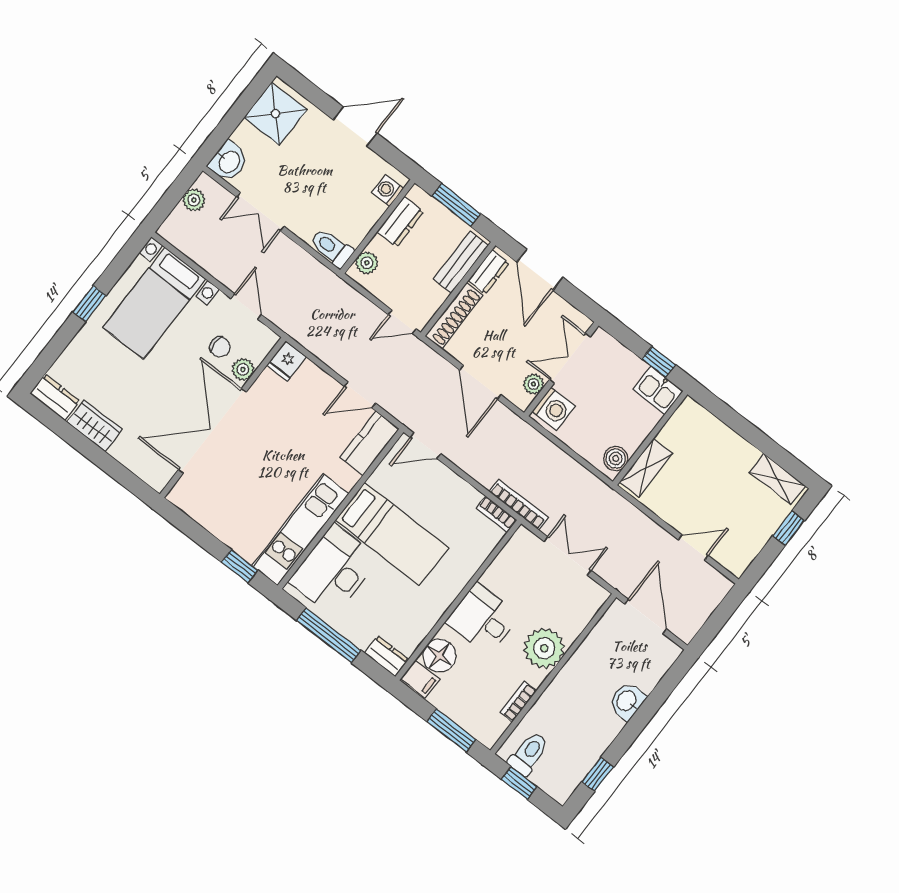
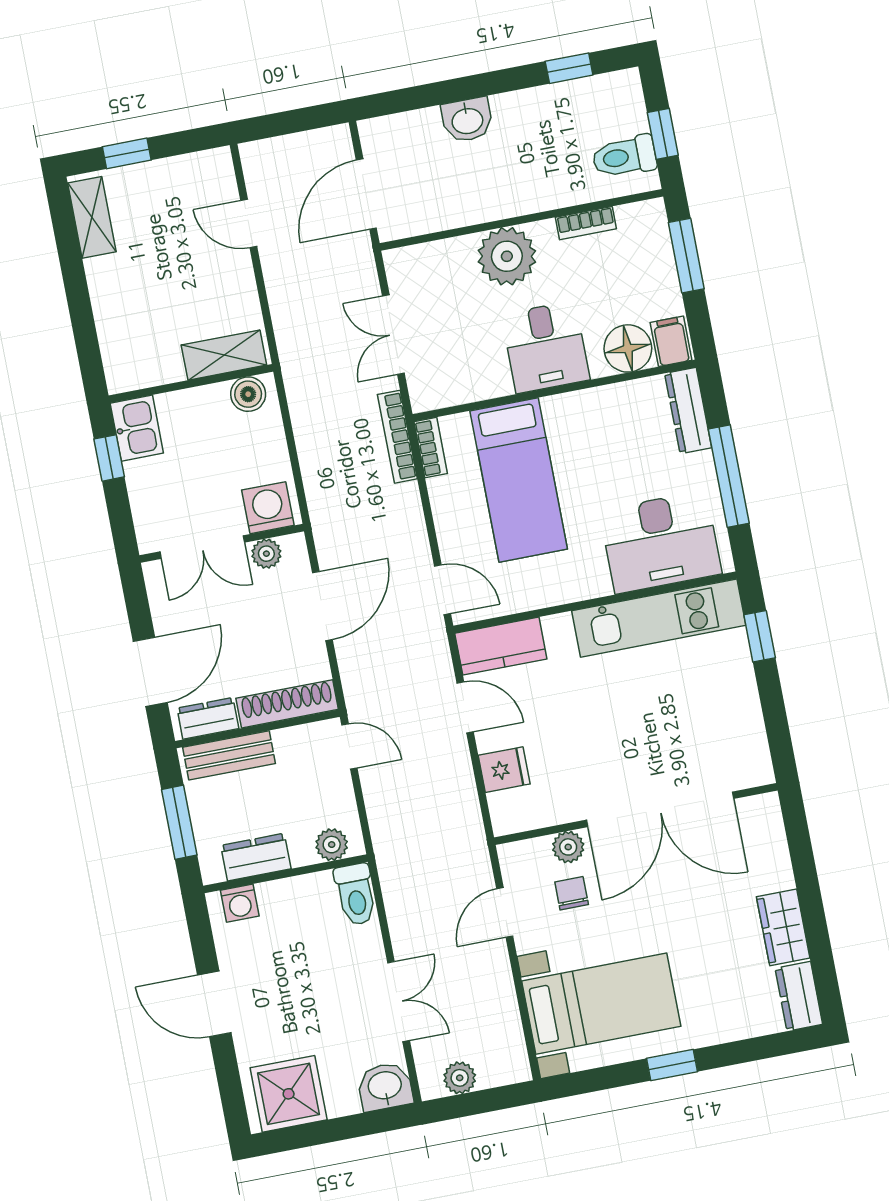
fridge: (286, 361) -> (504, 770), moved
bed: (392, 534) -> (519, 480), moved, turned 180
dresser: (386, 656) -> (688, 411), width x1.44

